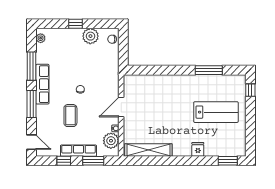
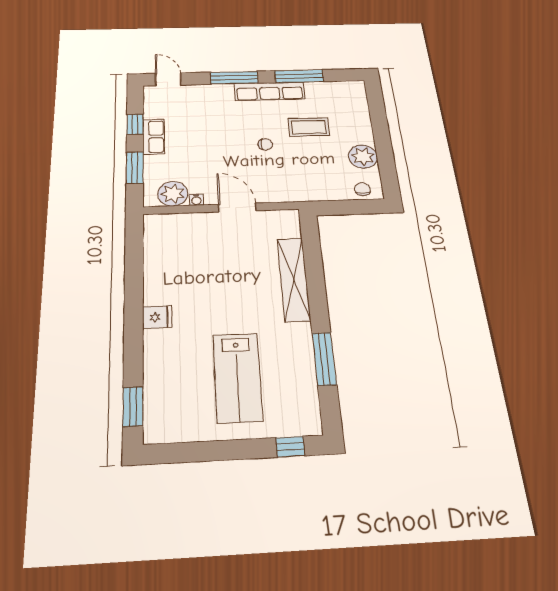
window: (76, 24) -> (381, 134), removed
plant: (41, 38) -> (348, 87), removed
coffee table: (70, 116) -> (309, 127), moved
door: (32, 142) -> (168, 79), swing flipped
fridge: (198, 149) -> (157, 317), moved
shelving: (148, 150) -> (294, 279), moved
row of seats: (78, 151) -> (154, 137), width x0.68

